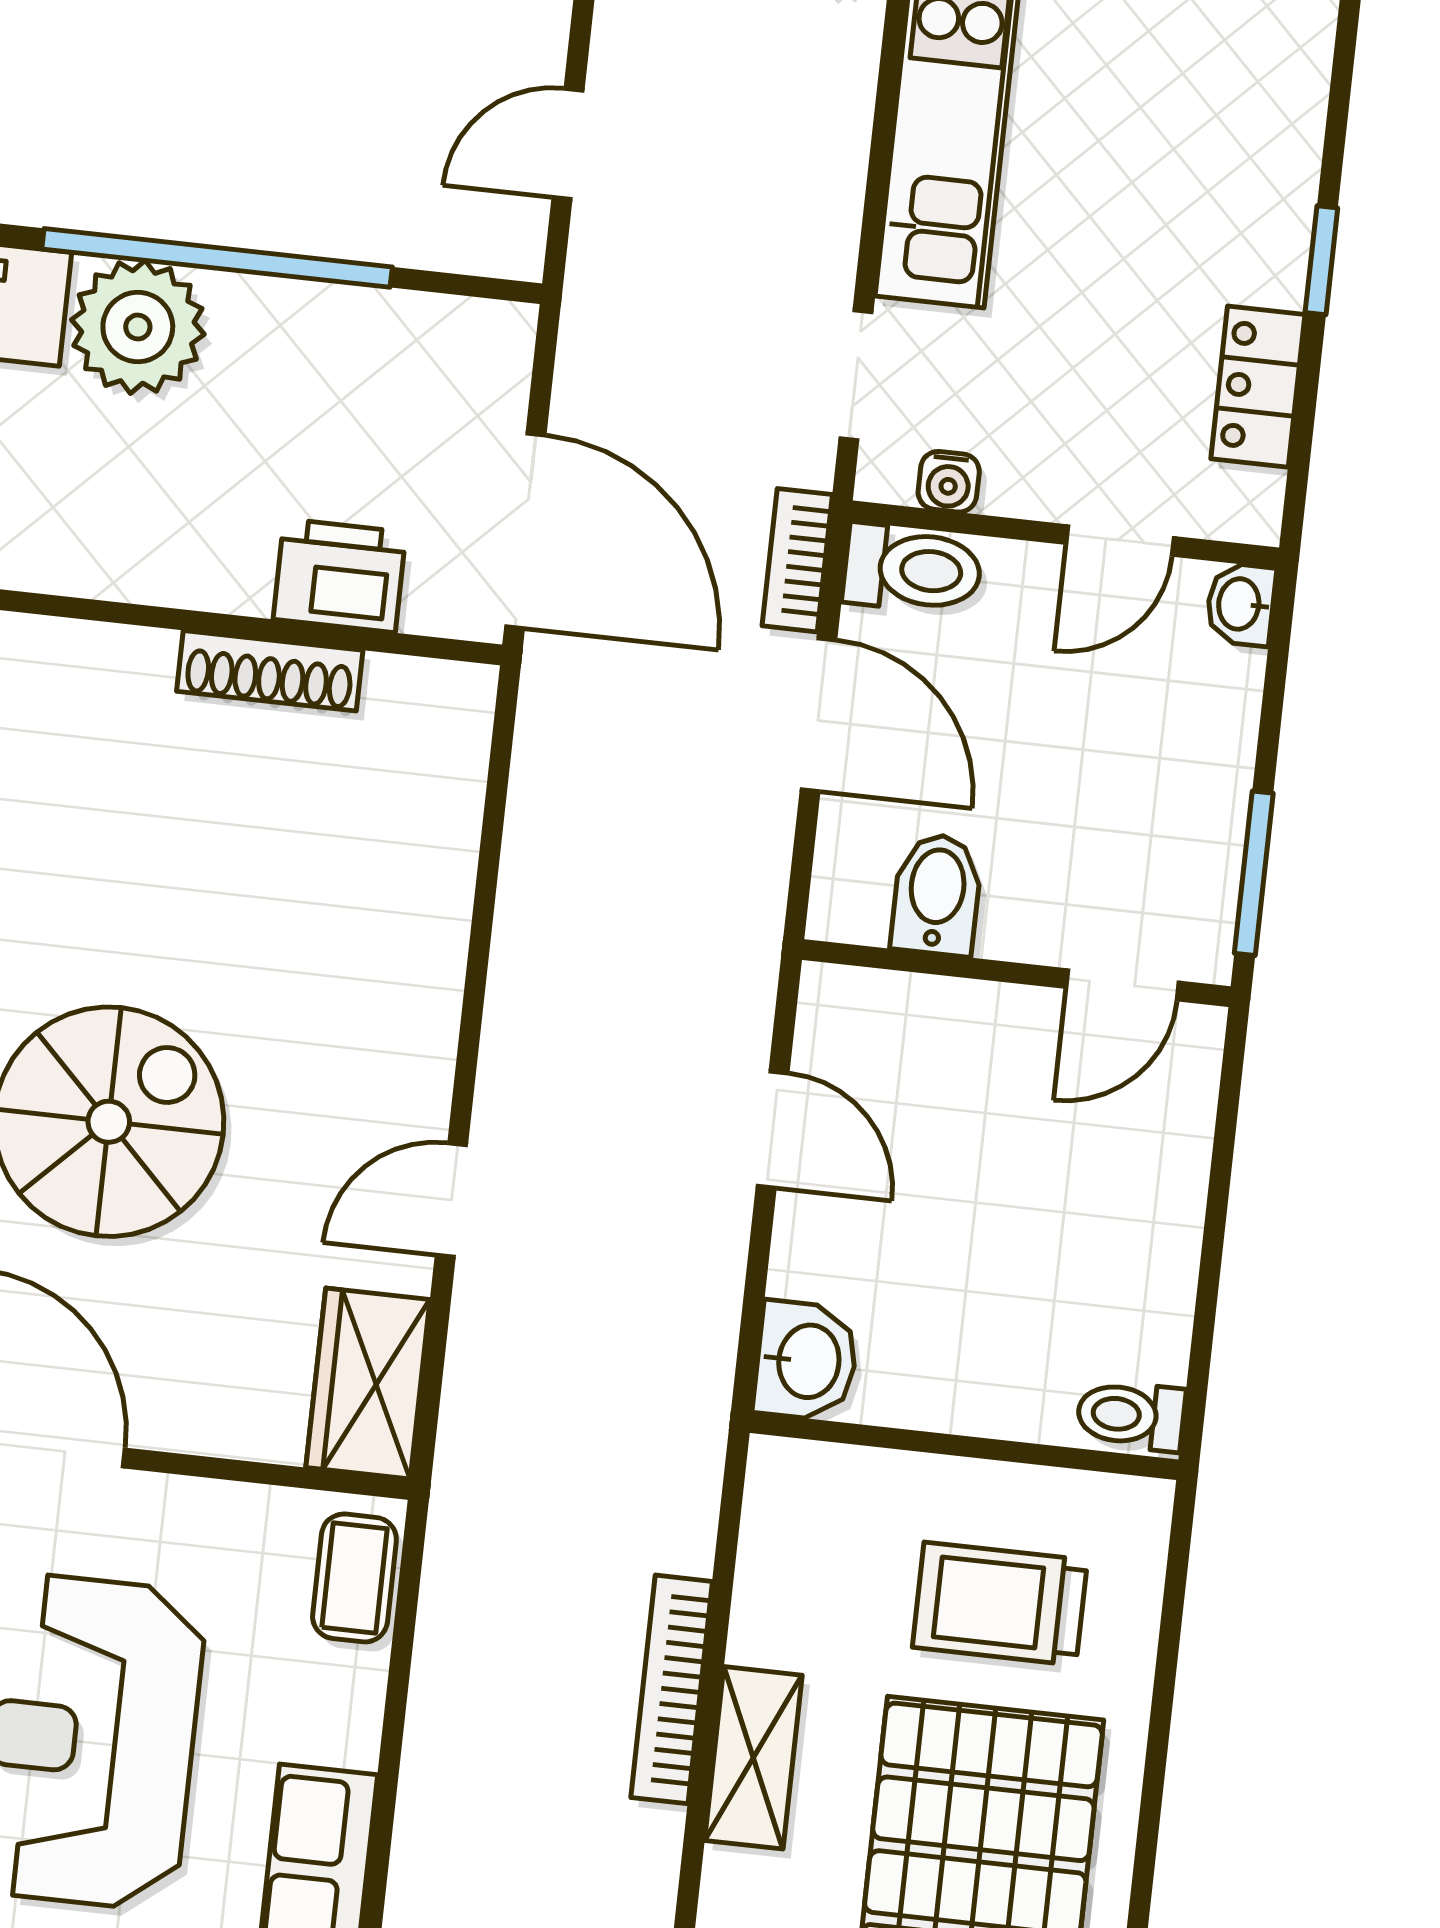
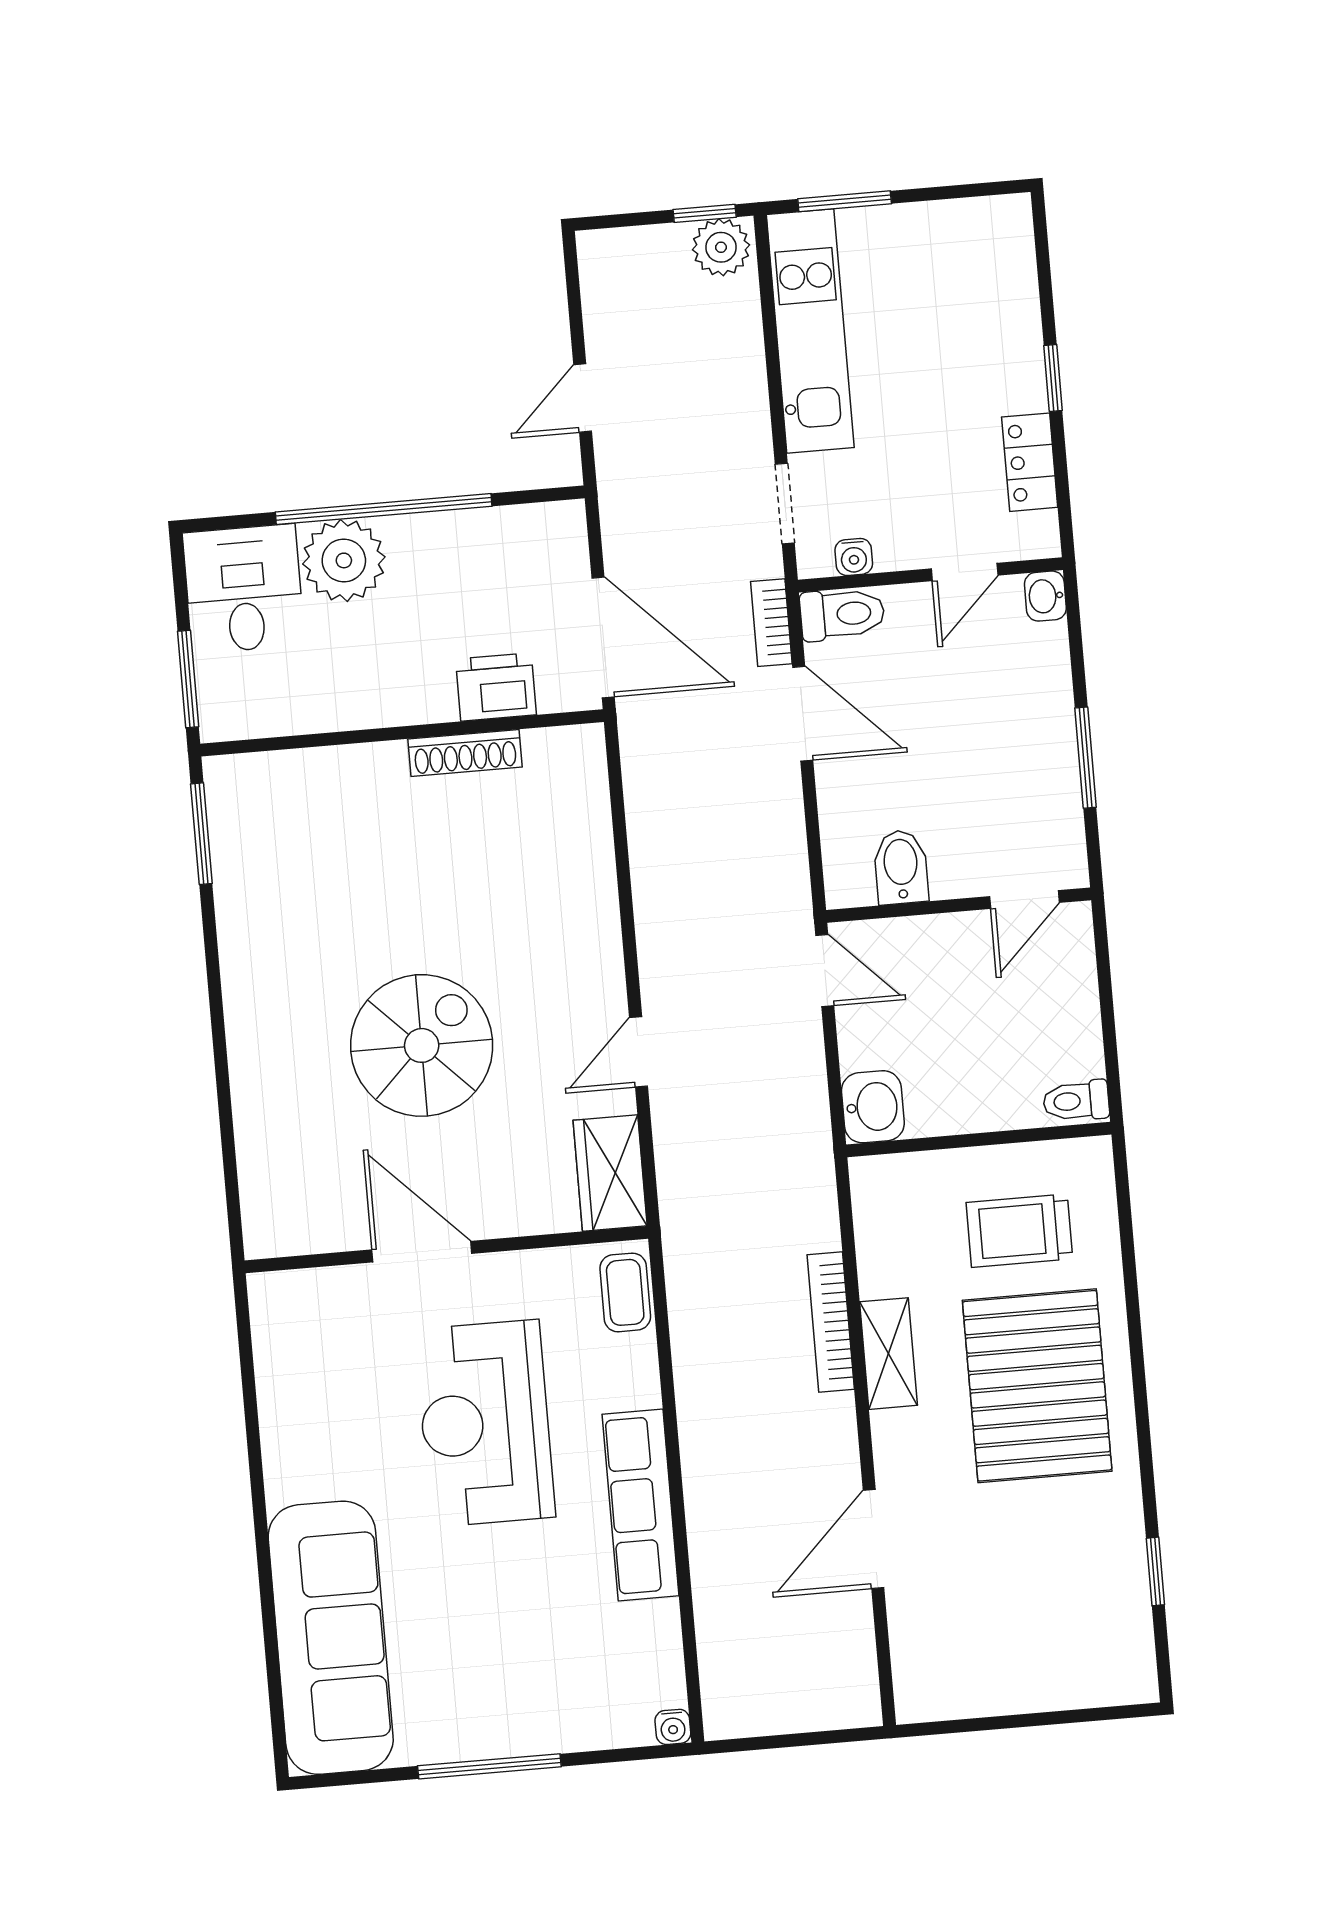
bidet: (937, 894) -> (901, 867), moved
wall: (1016, 973) -> (959, 905), moved
door: (1122, 985) -> (1024, 899), moved

